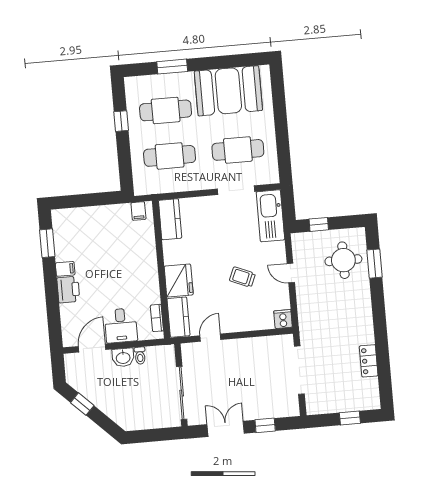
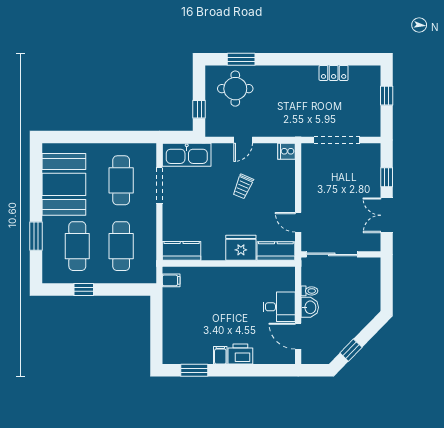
bookcase: (157, 318) -> (275, 272), removed
sliding door: (182, 393) -> (332, 254), moved

